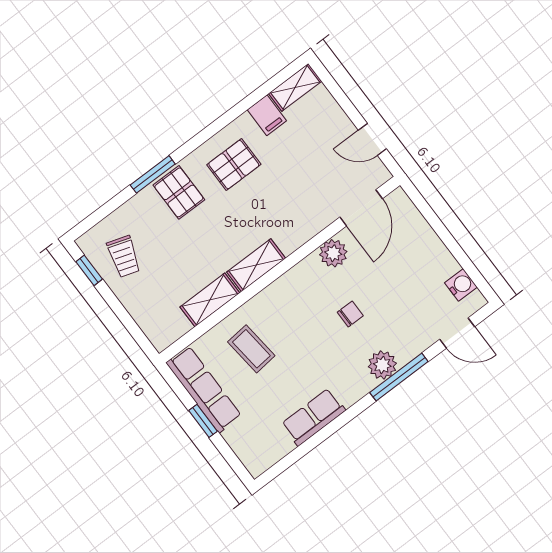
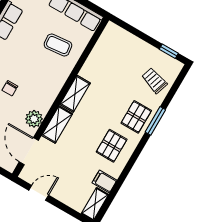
pallet: (179, 192) -> (136, 117), turned 90
trolley: (124, 257) -> (154, 81), moved
shelving: (210, 300) -> (57, 125), moved

